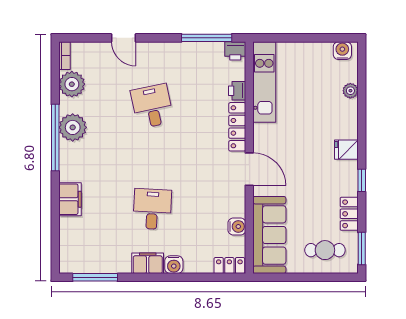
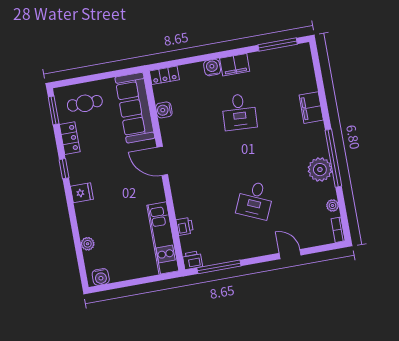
plant: (72, 84) -> (332, 205), width x0.53, depth x0.53
desk: (152, 106) -> (255, 200), turned 36
locker: (237, 127) -> (179, 195), removed

